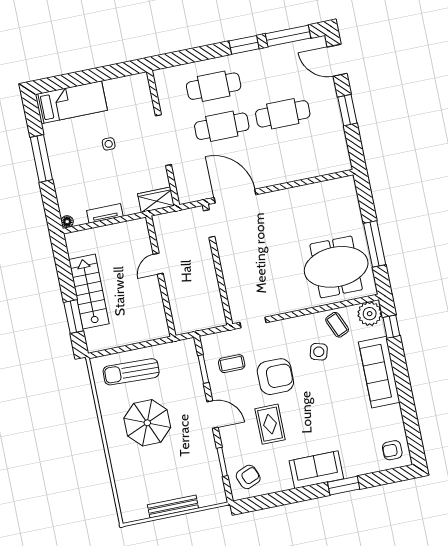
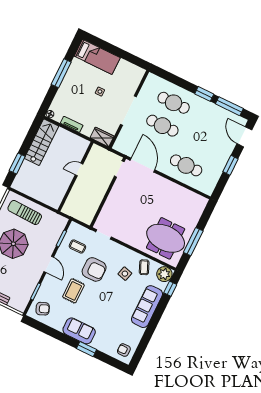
cafe table: (283, 114) -> (186, 165), moved
stairs: (89, 292) -> (41, 142), moved

